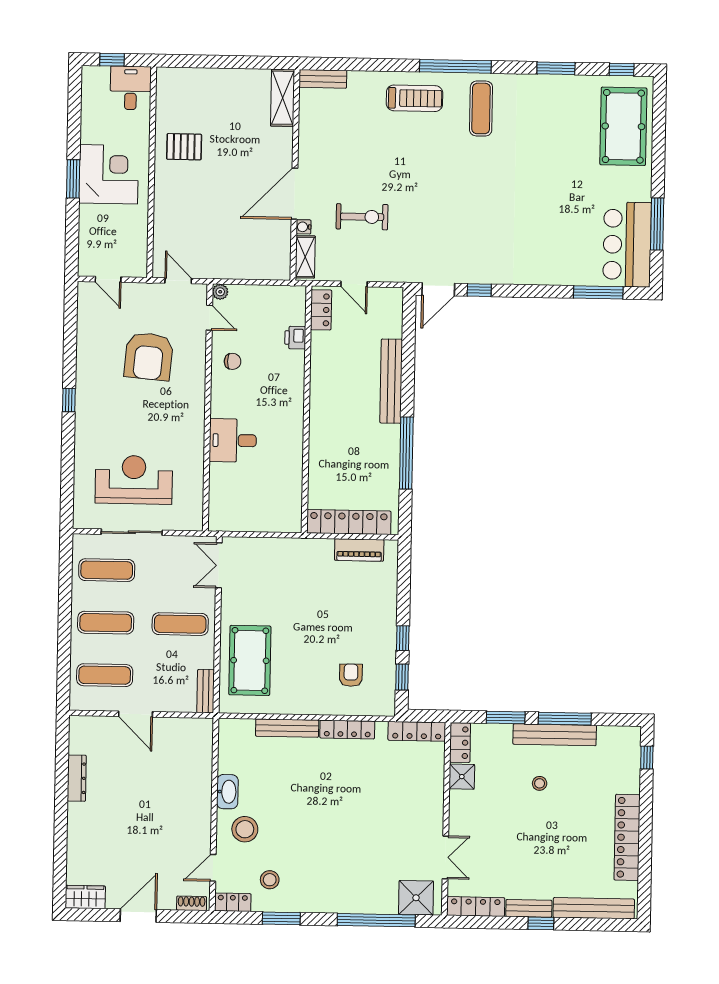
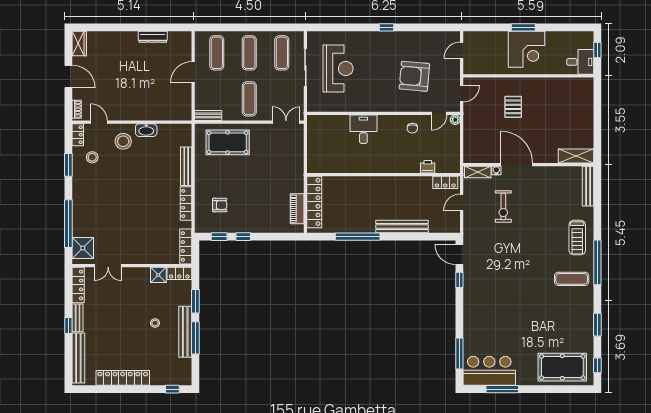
bench: (323, 79) -> (588, 186), width x1.36
pallet: (184, 147) -> (513, 107), moved

